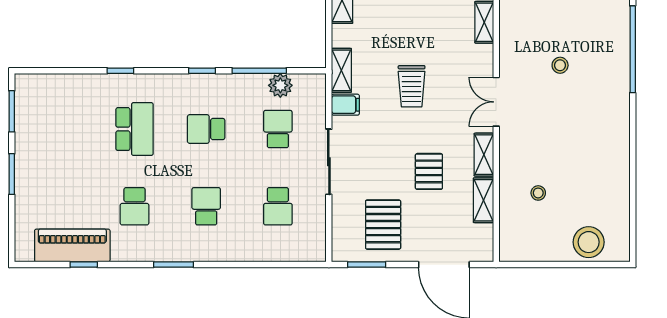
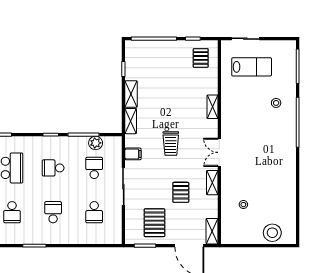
stool: (560, 65) -> (276, 103), moved
shelving: (341, 70) -> (131, 121), moved
shelving: (483, 200) -> (212, 231), moved

